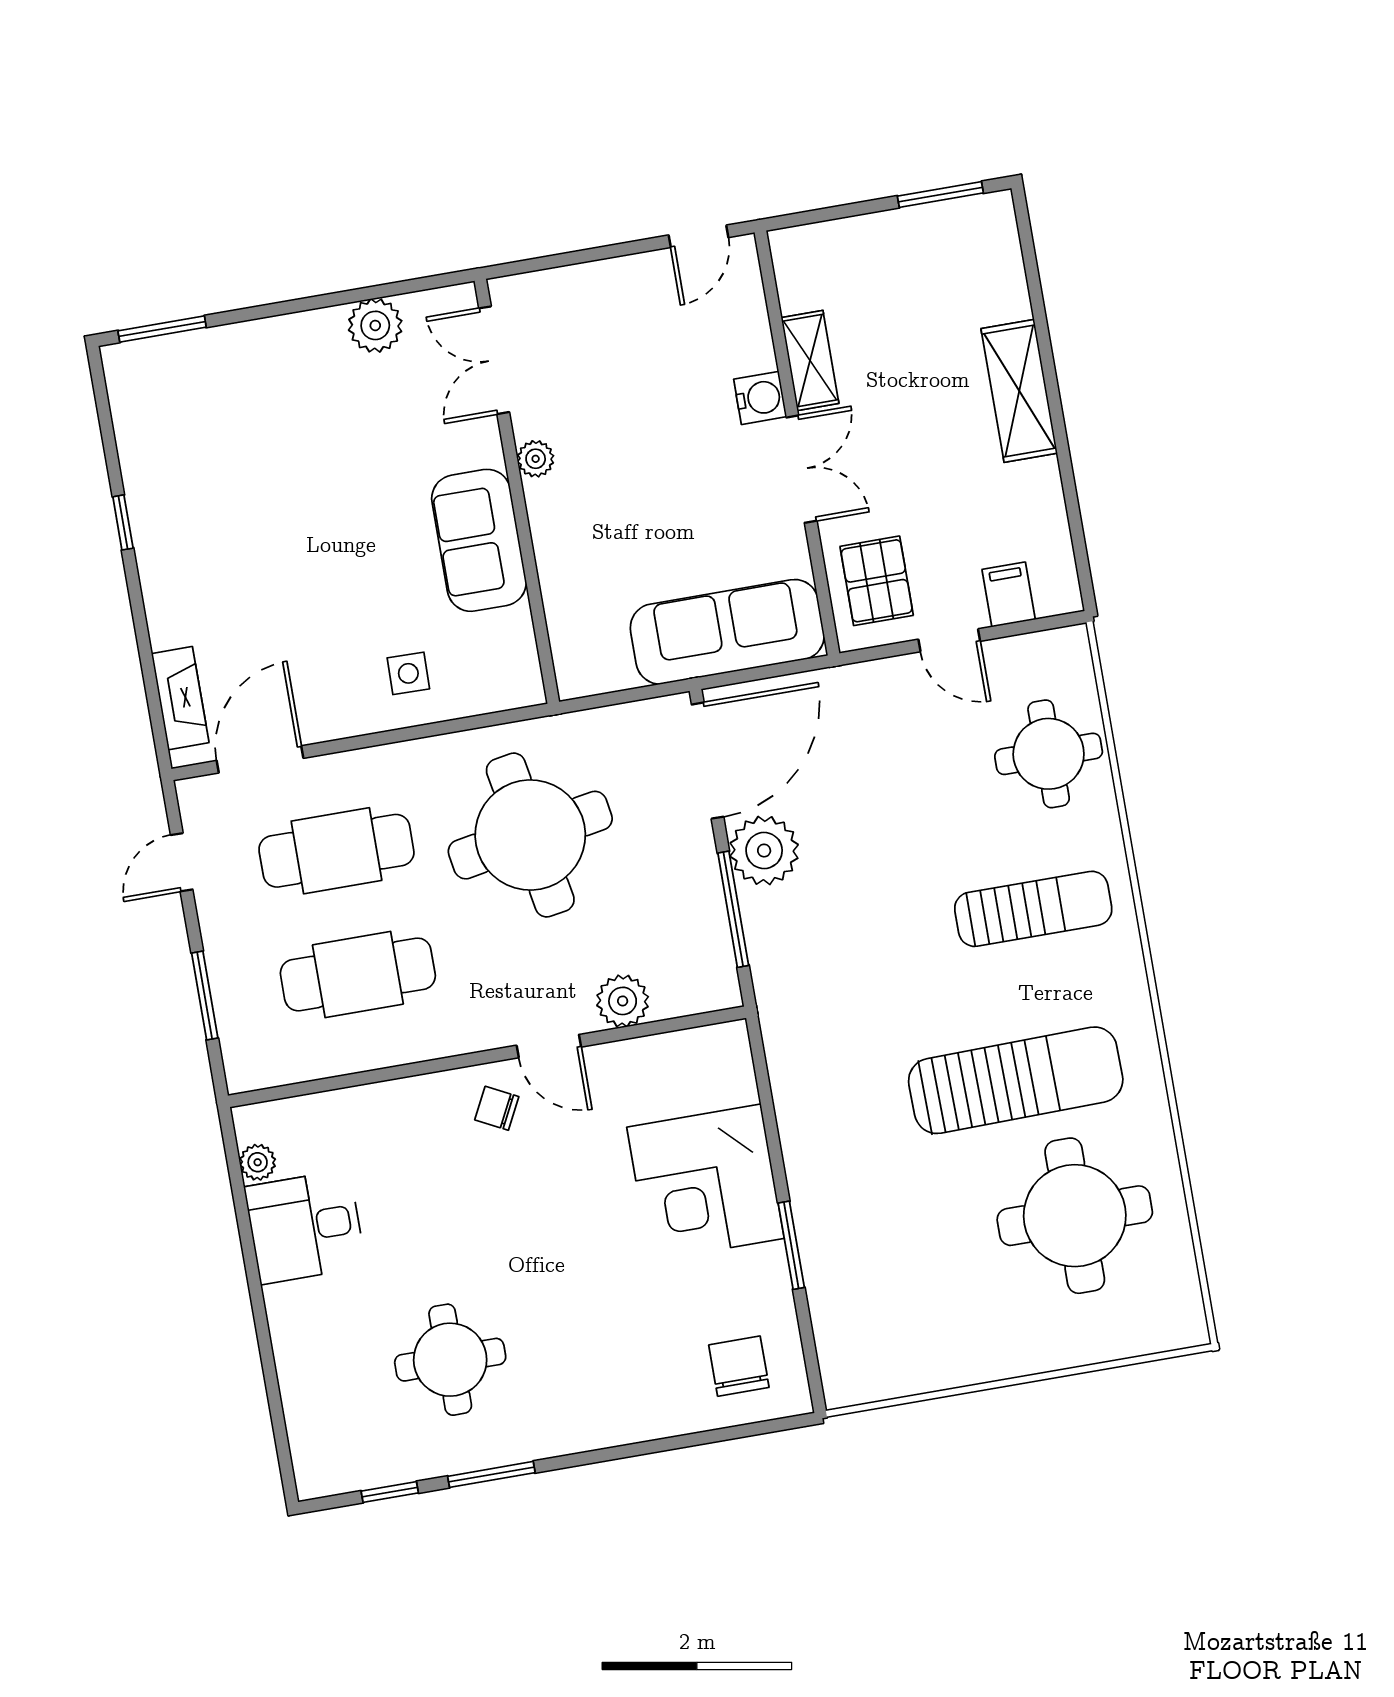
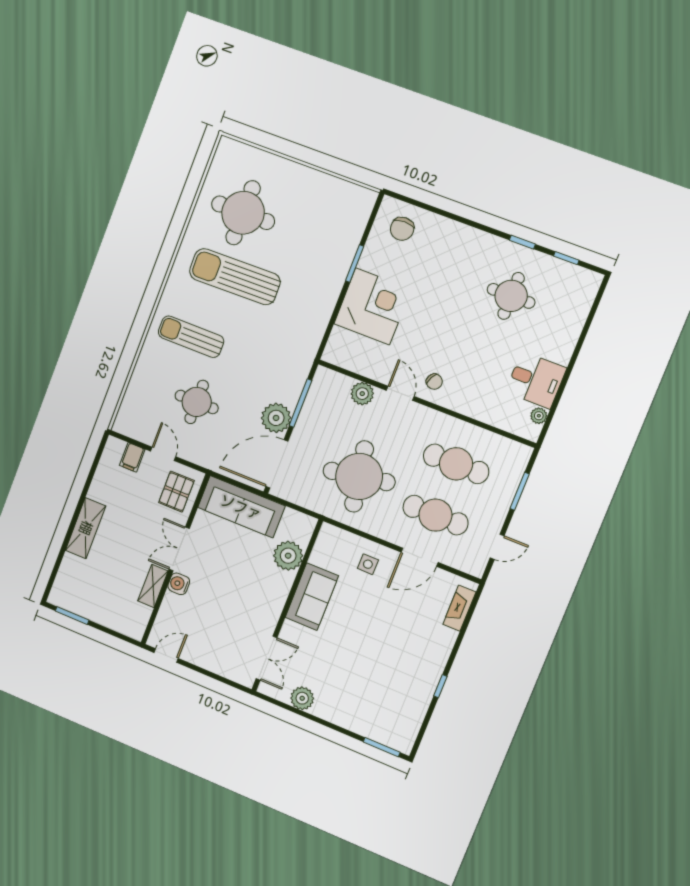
plant: (536, 459) -> (288, 556), moved, width x1.87, depth x1.87
round table: (1049, 754) -> (197, 402), moved
door: (260, 759) -> (420, 557), moved
window: (491, 1474) -> (522, 242), width x0.67

